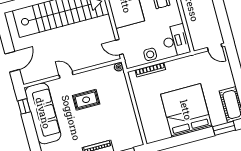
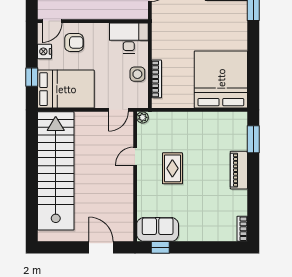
door: (66, 75) -> (135, 156), moved
bed: (186, 110) -> (221, 79), moved, turned 90
sofa: (43, 113) -> (158, 229), width x0.54, depth x0.79

